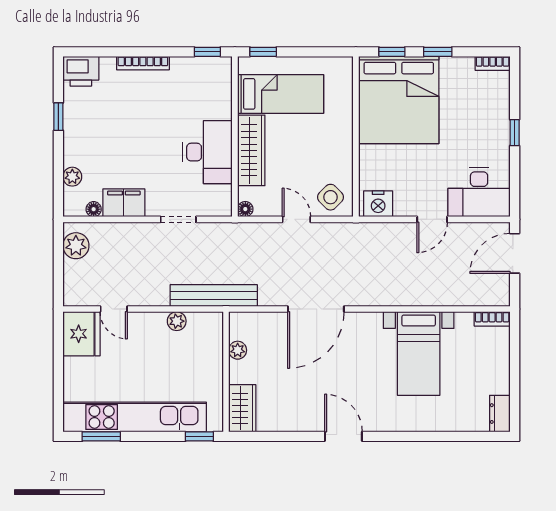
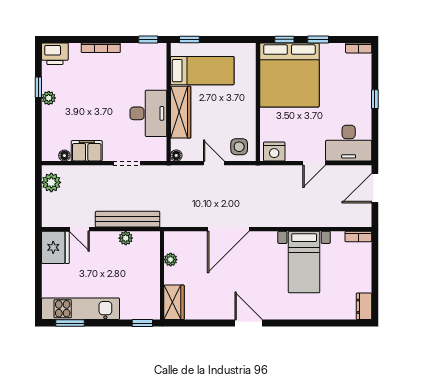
plant: (72, 177) -> (49, 98), moved
side table: (331, 197) -> (239, 147), turned 45
bench: (214, 296) -> (128, 219), moved
kitchen unit: (135, 417) -> (81, 309), width x0.73

